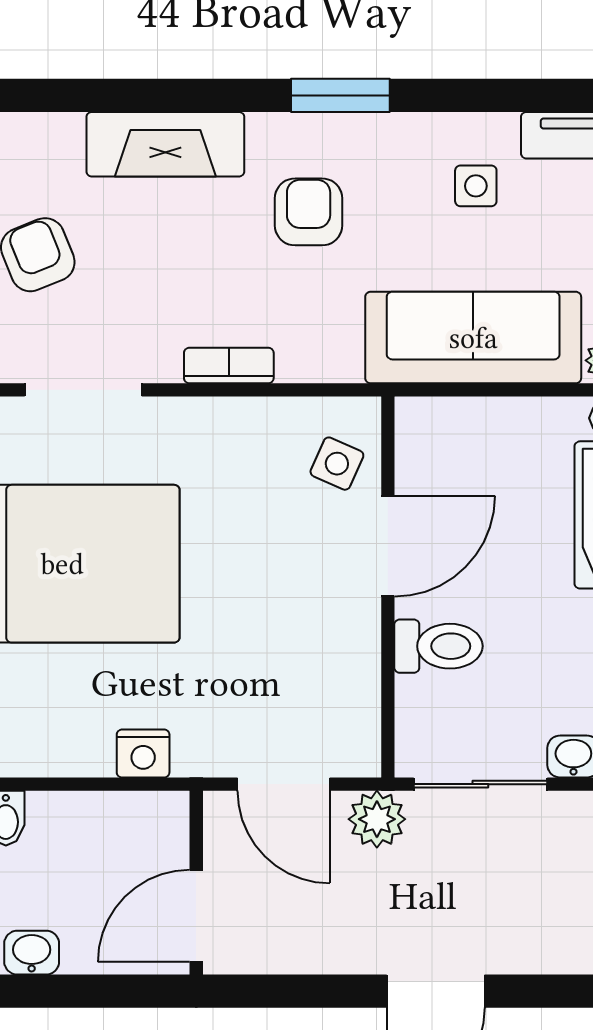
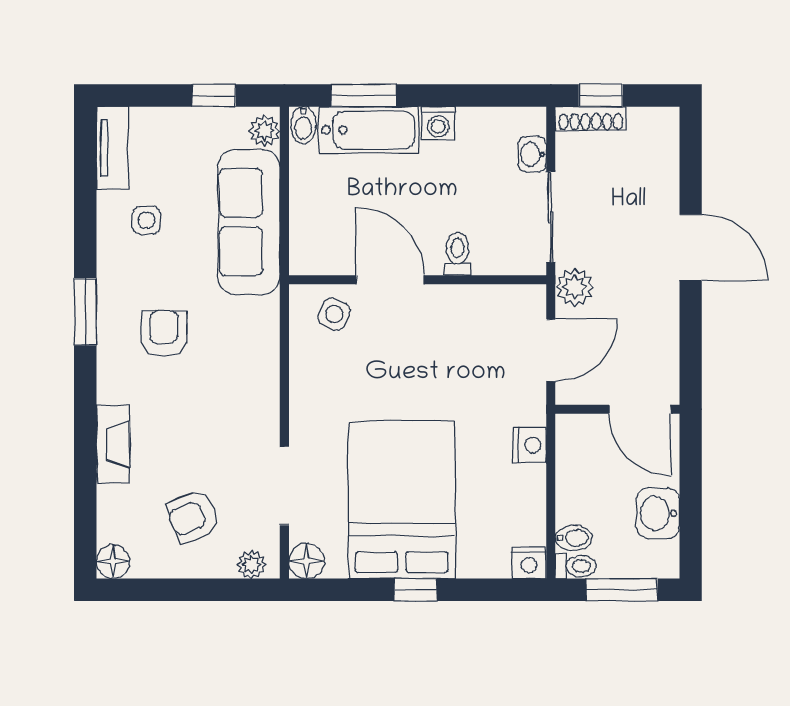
fireplace: (165, 144) -> (113, 444), width x0.73, depth x0.76
armchair: (309, 212) -> (164, 333), turned 90
bookcase: (229, 365) -> (268, 387), removed
toilet: (438, 646) -> (458, 254), width x0.73, depth x0.72
washbasin: (32, 953) -> (658, 513), width x1.38, depth x1.45

